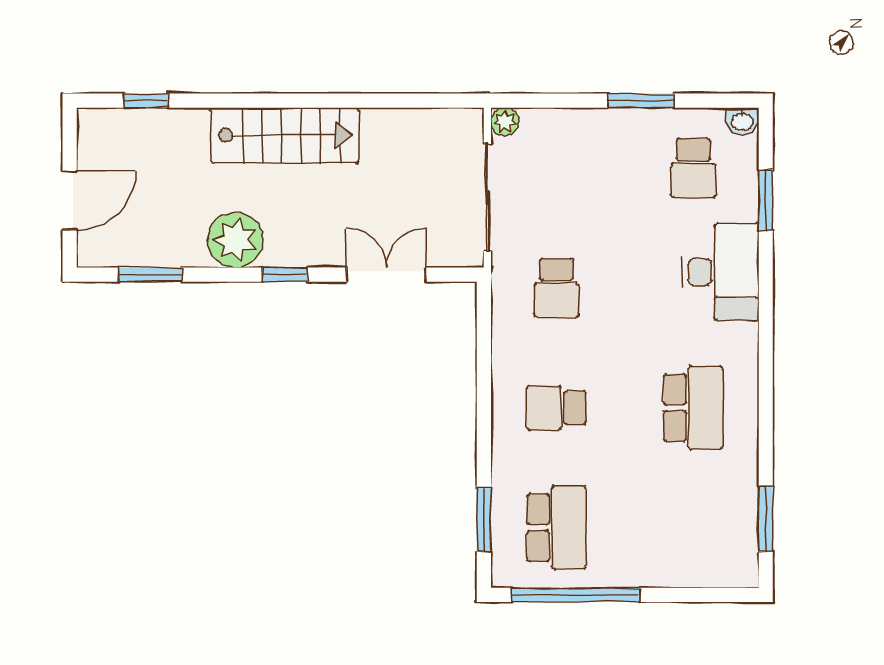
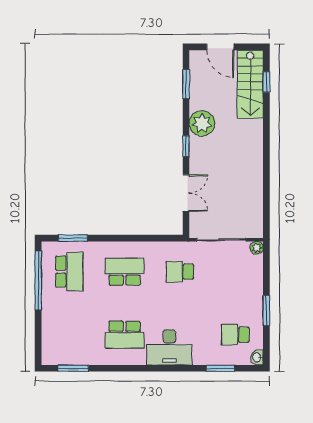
stairs: (285, 136) -> (250, 84), moved
desk: (721, 272) -> (169, 347), moved
school desk: (556, 408) -> (125, 272), width x1.85
school desk: (556, 528) -> (69, 272), turned -90

